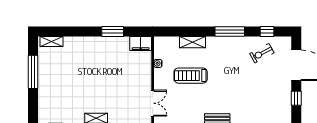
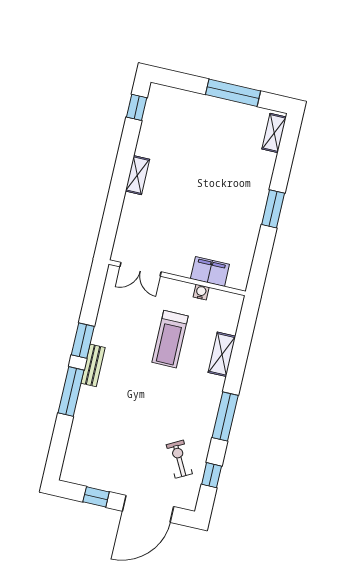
window: (113, 32) -> (273, 209), moved
filing cabinet: (141, 44) -> (210, 271), moved, turned 90
treadmill: (191, 76) -> (170, 339), turned 180

